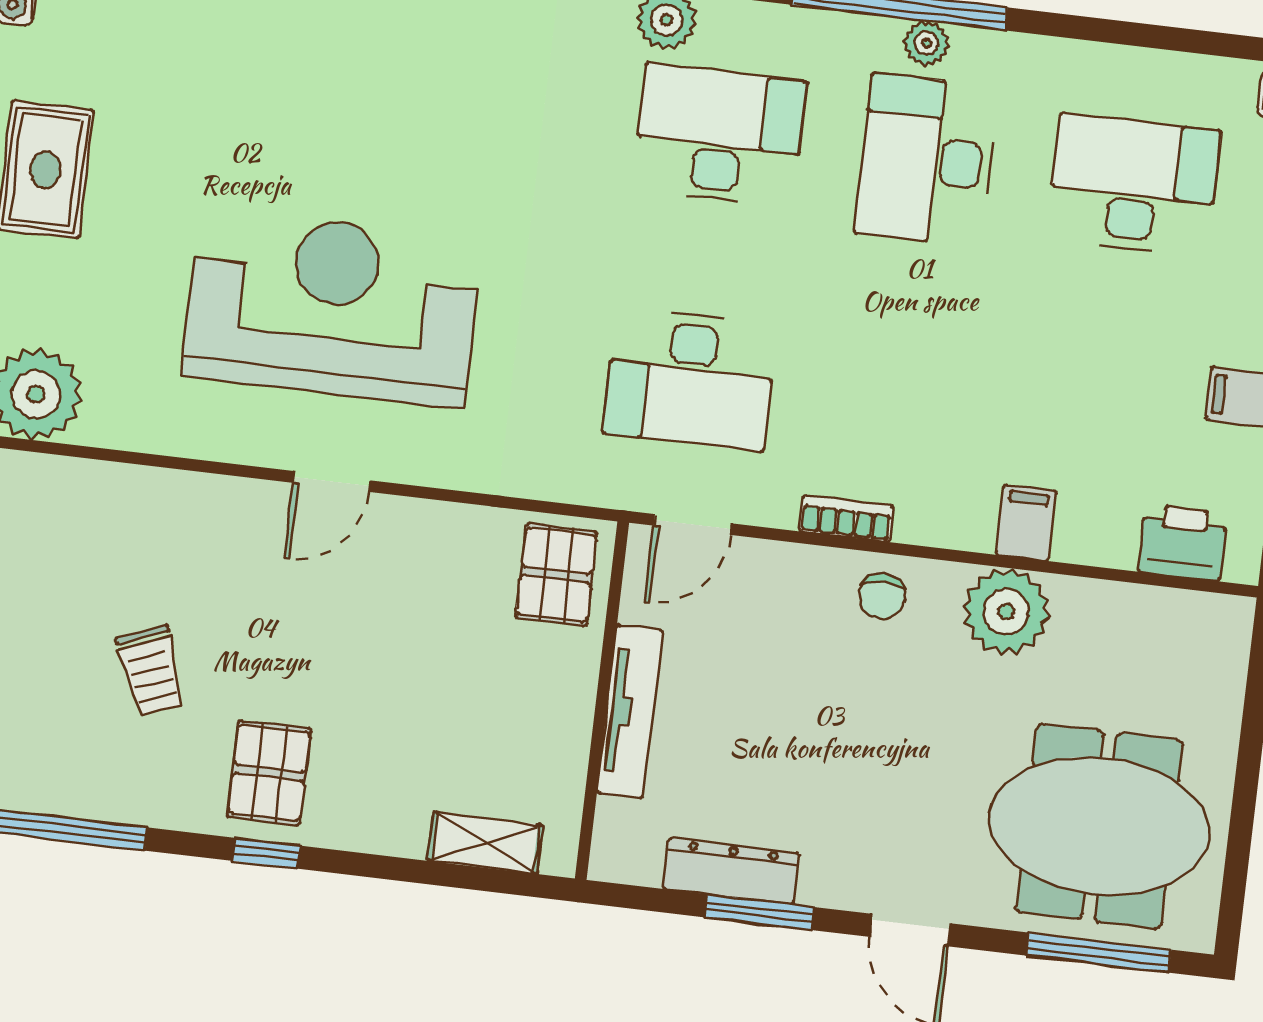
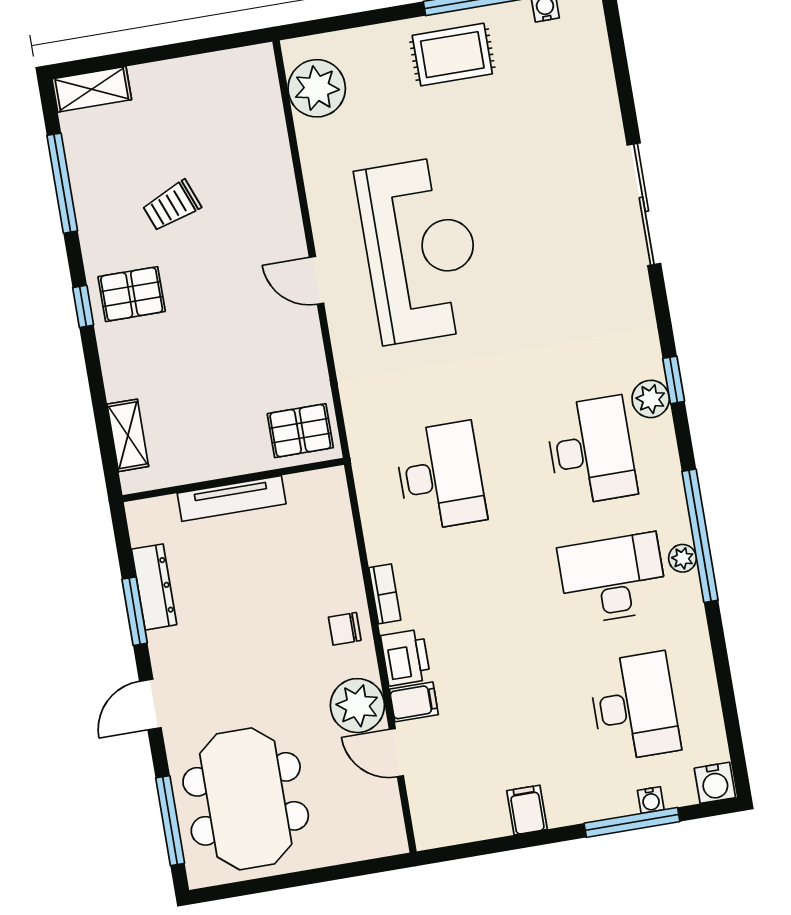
desk: (690, 379) -> (440, 476), turned 180
door: (693, 525) -> (396, 753), moved
printer: (1183, 543) -> (405, 658), moved

